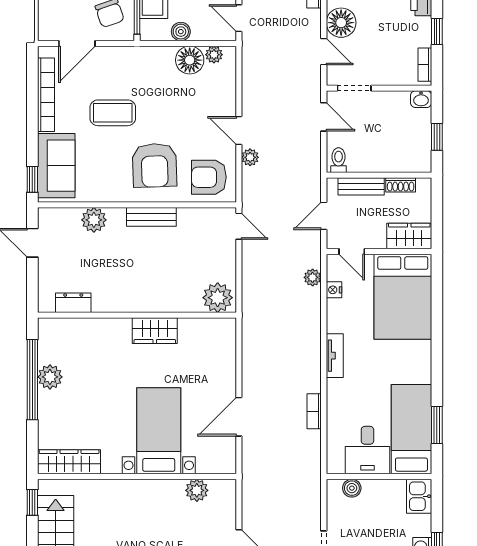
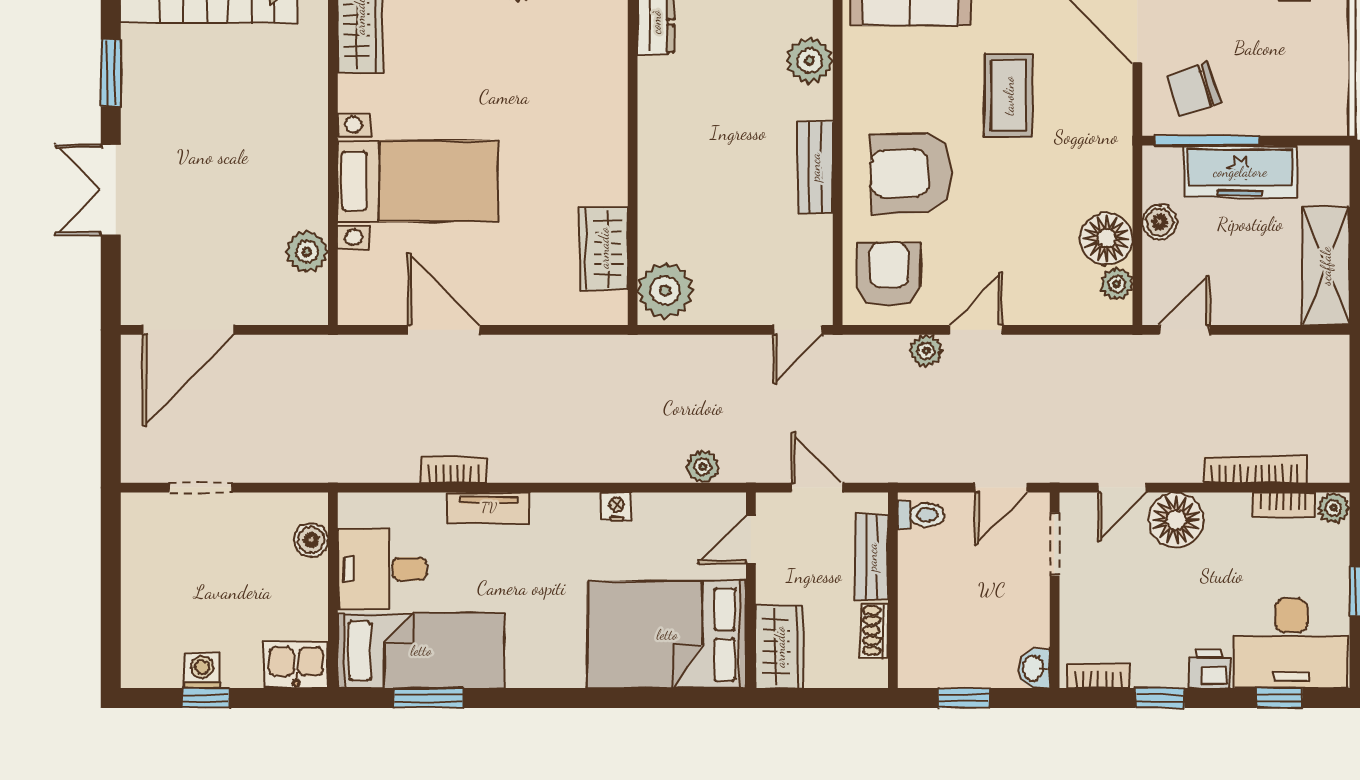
nightstand: (334, 290) -> (616, 507), moved
wardrobe: (155, 331) -> (604, 248), moved
tv unit: (335, 356) -> (489, 508), moved

